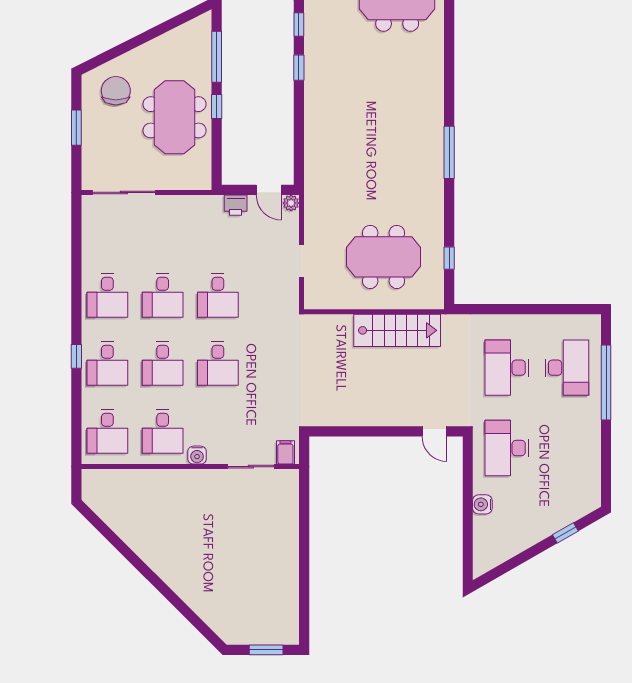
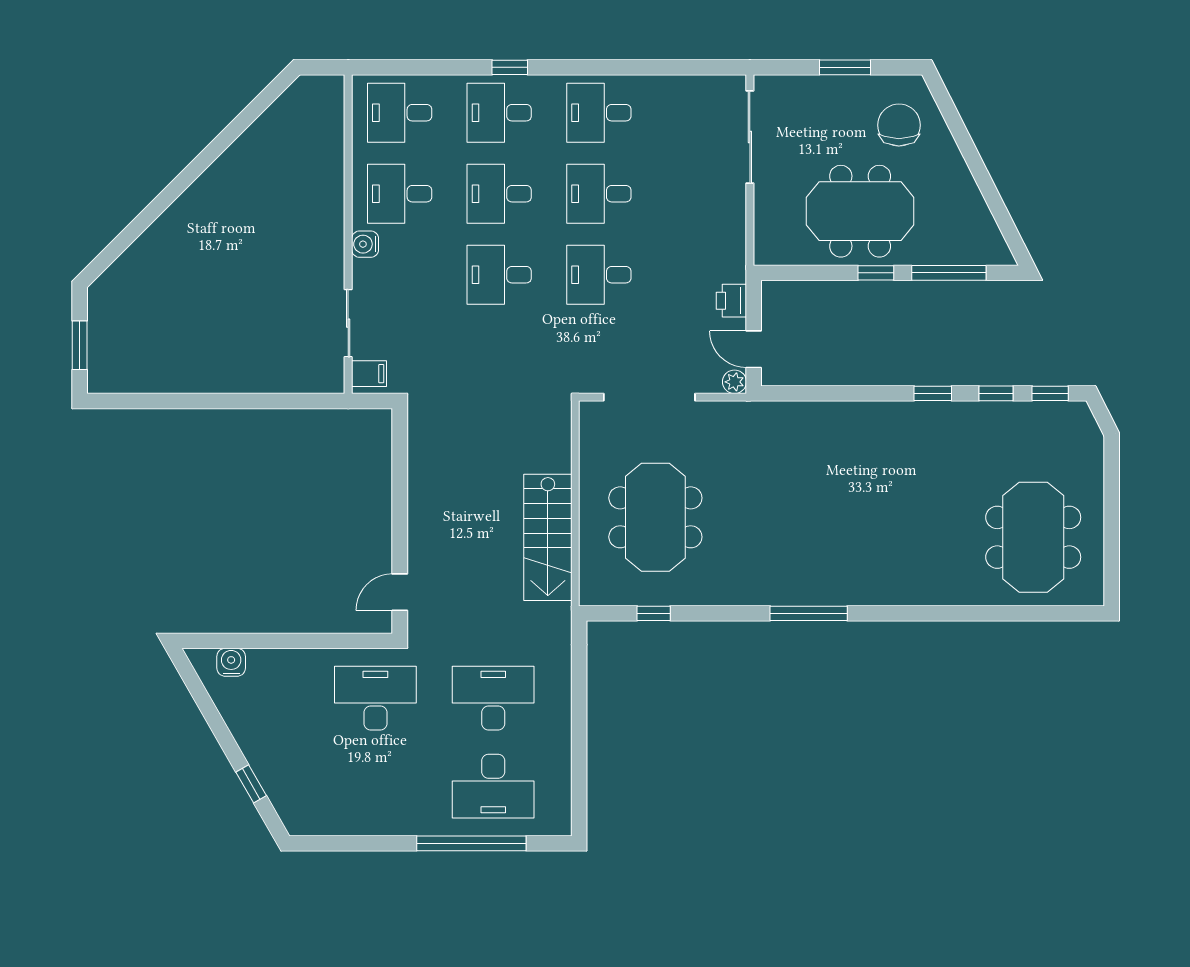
chair: (116, 91) -> (899, 125), turned -90
door: (269, 190) -> (754, 349), hinge flipped
doorway: (302, 261) -> (649, 397), width x1.88
water cooler: (482, 504) -> (231, 662), moved

